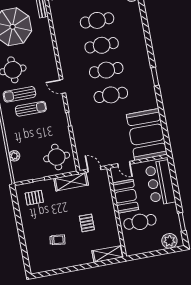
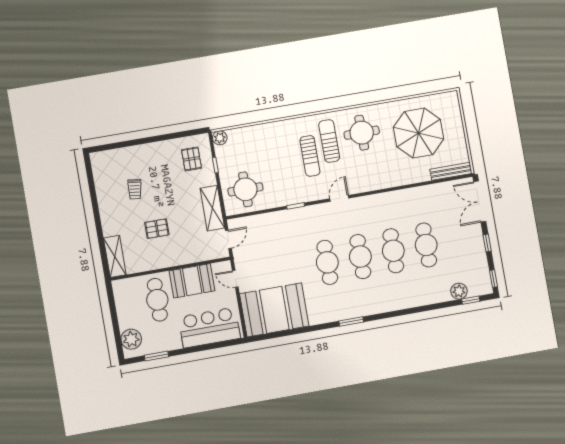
plant: (14, 156) -> (220, 138), moved
door: (124, 164) -> (235, 279), hinge flipped

